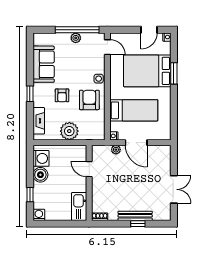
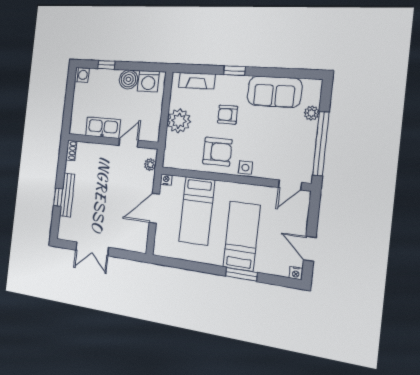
plant: (76, 38) -> (312, 113), moved
bed: (147, 71) -> (242, 236), width x0.67
plant: (116, 150) -> (150, 165), moved
kitchen sink: (79, 206) -> (103, 128), moved

